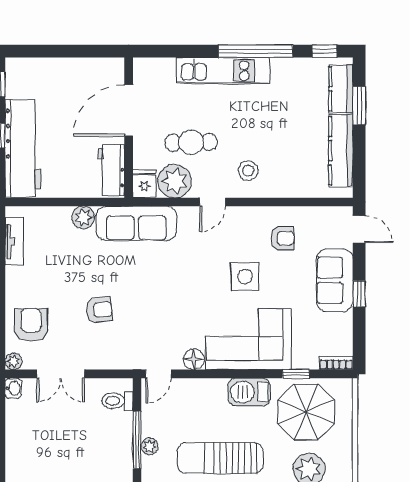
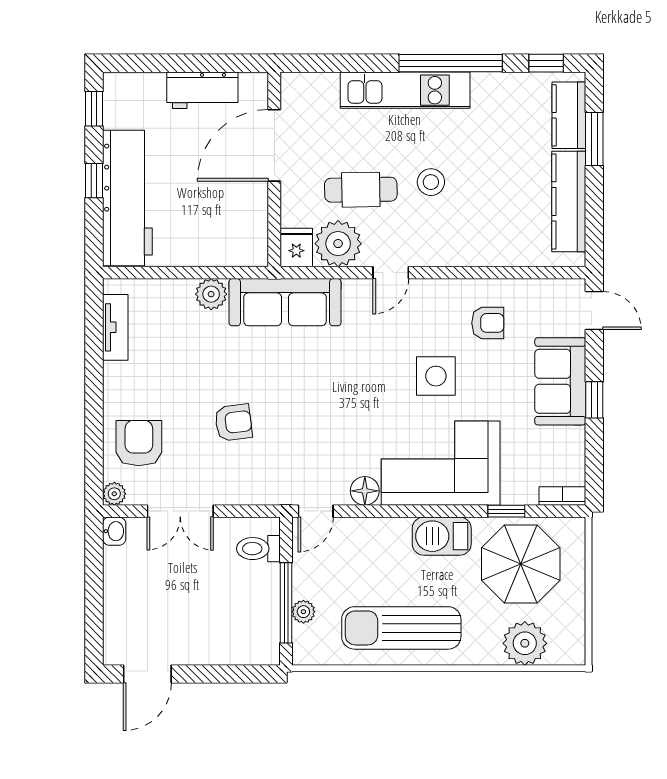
workbench: (111, 170) -> (202, 90), moved, turned -90
stool: (248, 171) -> (431, 182), moved

